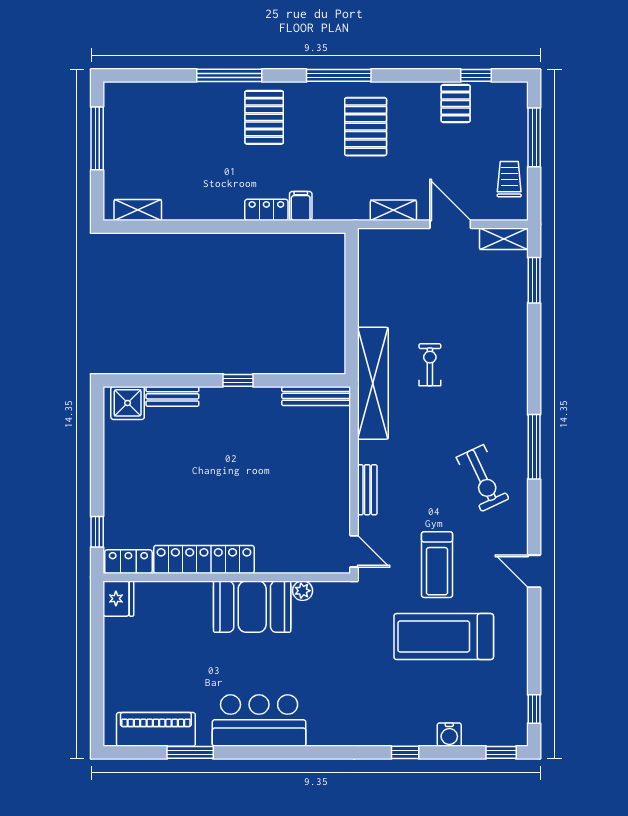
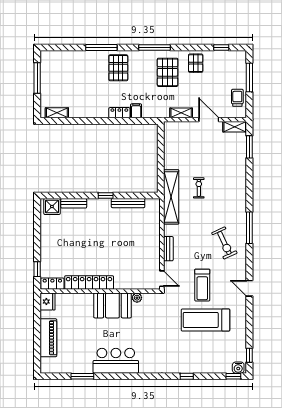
pallet: (456, 103) -> (196, 63), moved
bench: (316, 396) -> (128, 203), moved
piano: (156, 729) -> (48, 338), moved, turned 90
water cooler: (449, 735) -> (238, 368), moved

